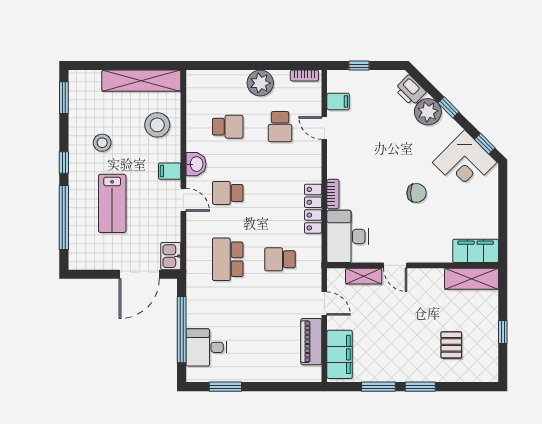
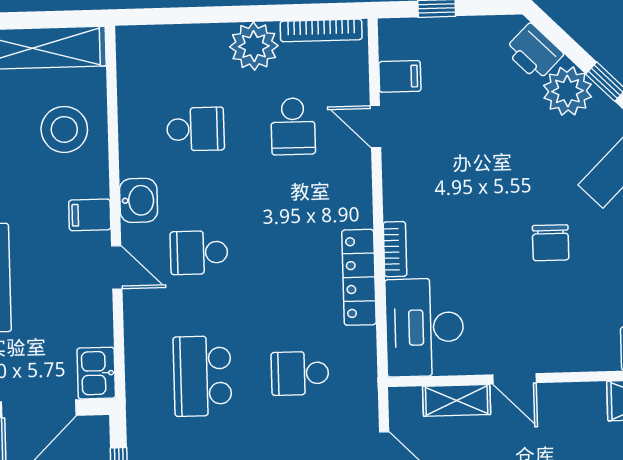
bookcase: (304, 76) -> (321, 30), width x1.56
chair: (417, 193) -> (551, 243), turned 89

